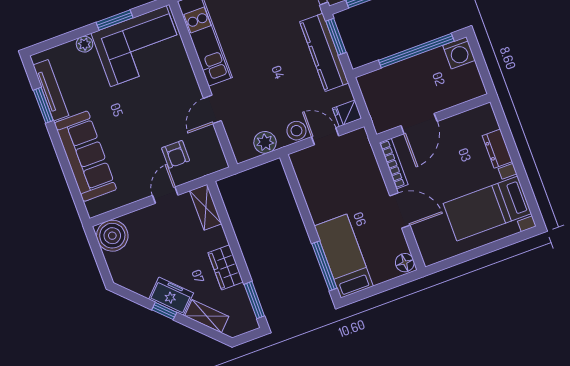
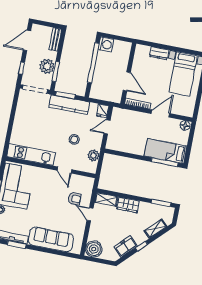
stool: (296, 131) -> (74, 139), moved
wardrobe: (226, 267) -> (128, 205), moved
freezer: (171, 296) -> (126, 246), moved

